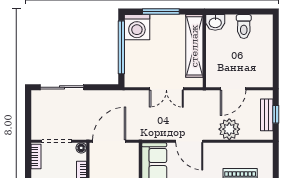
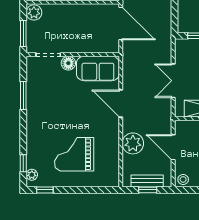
stool: (265, 79) -> (183, 179), added
door: (189, 141) -> (121, 104), hinge flipped

